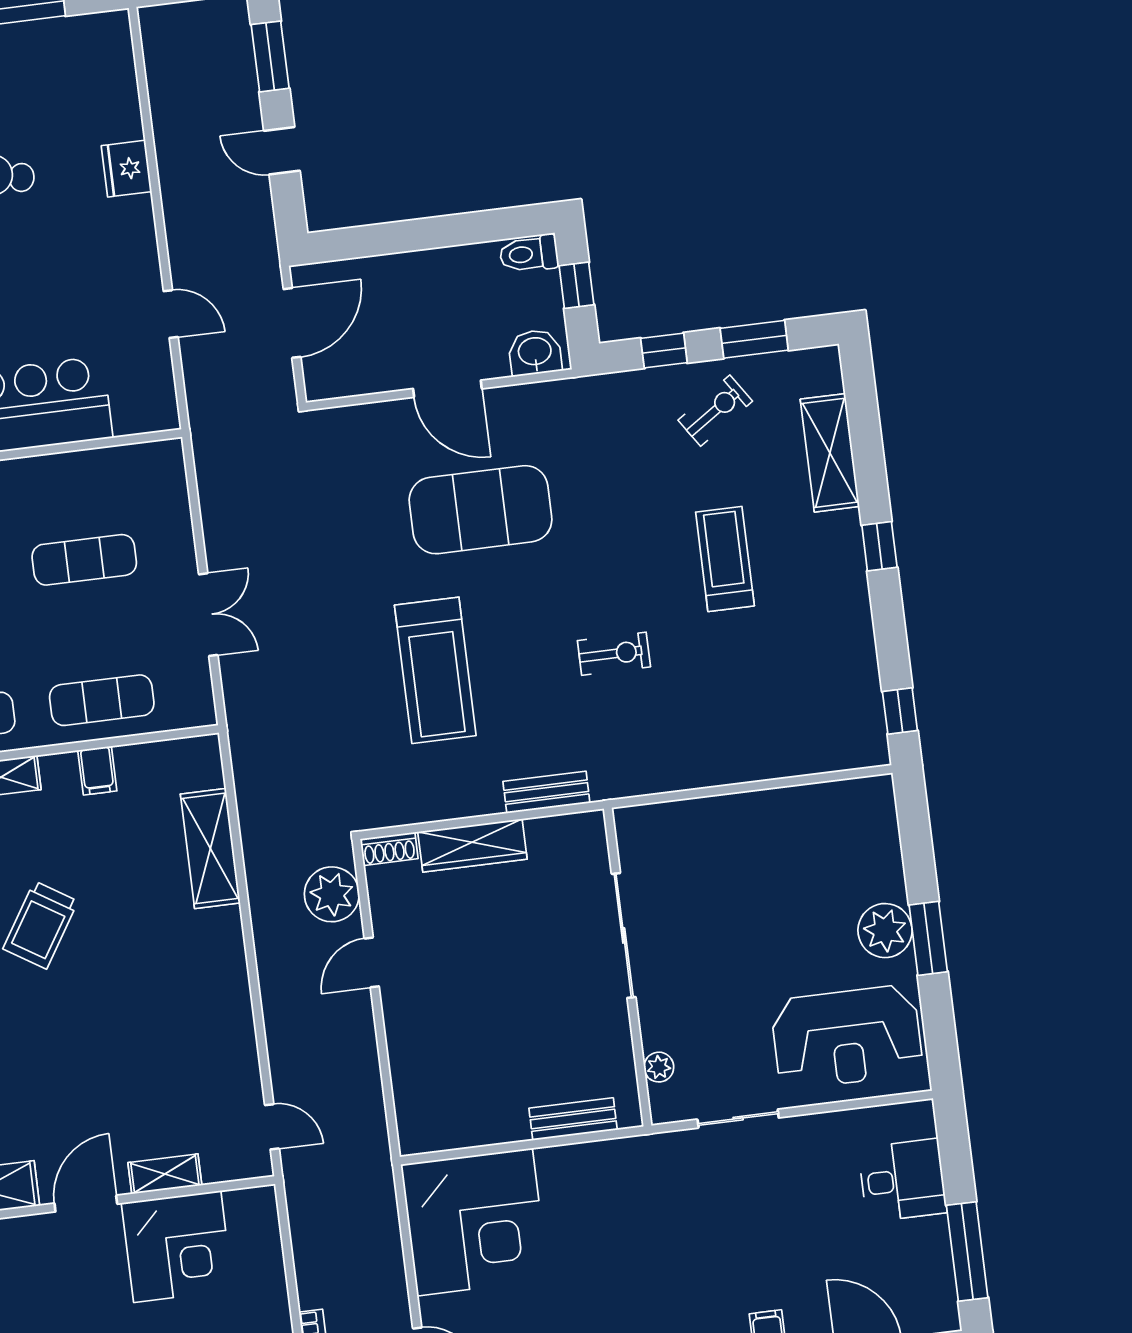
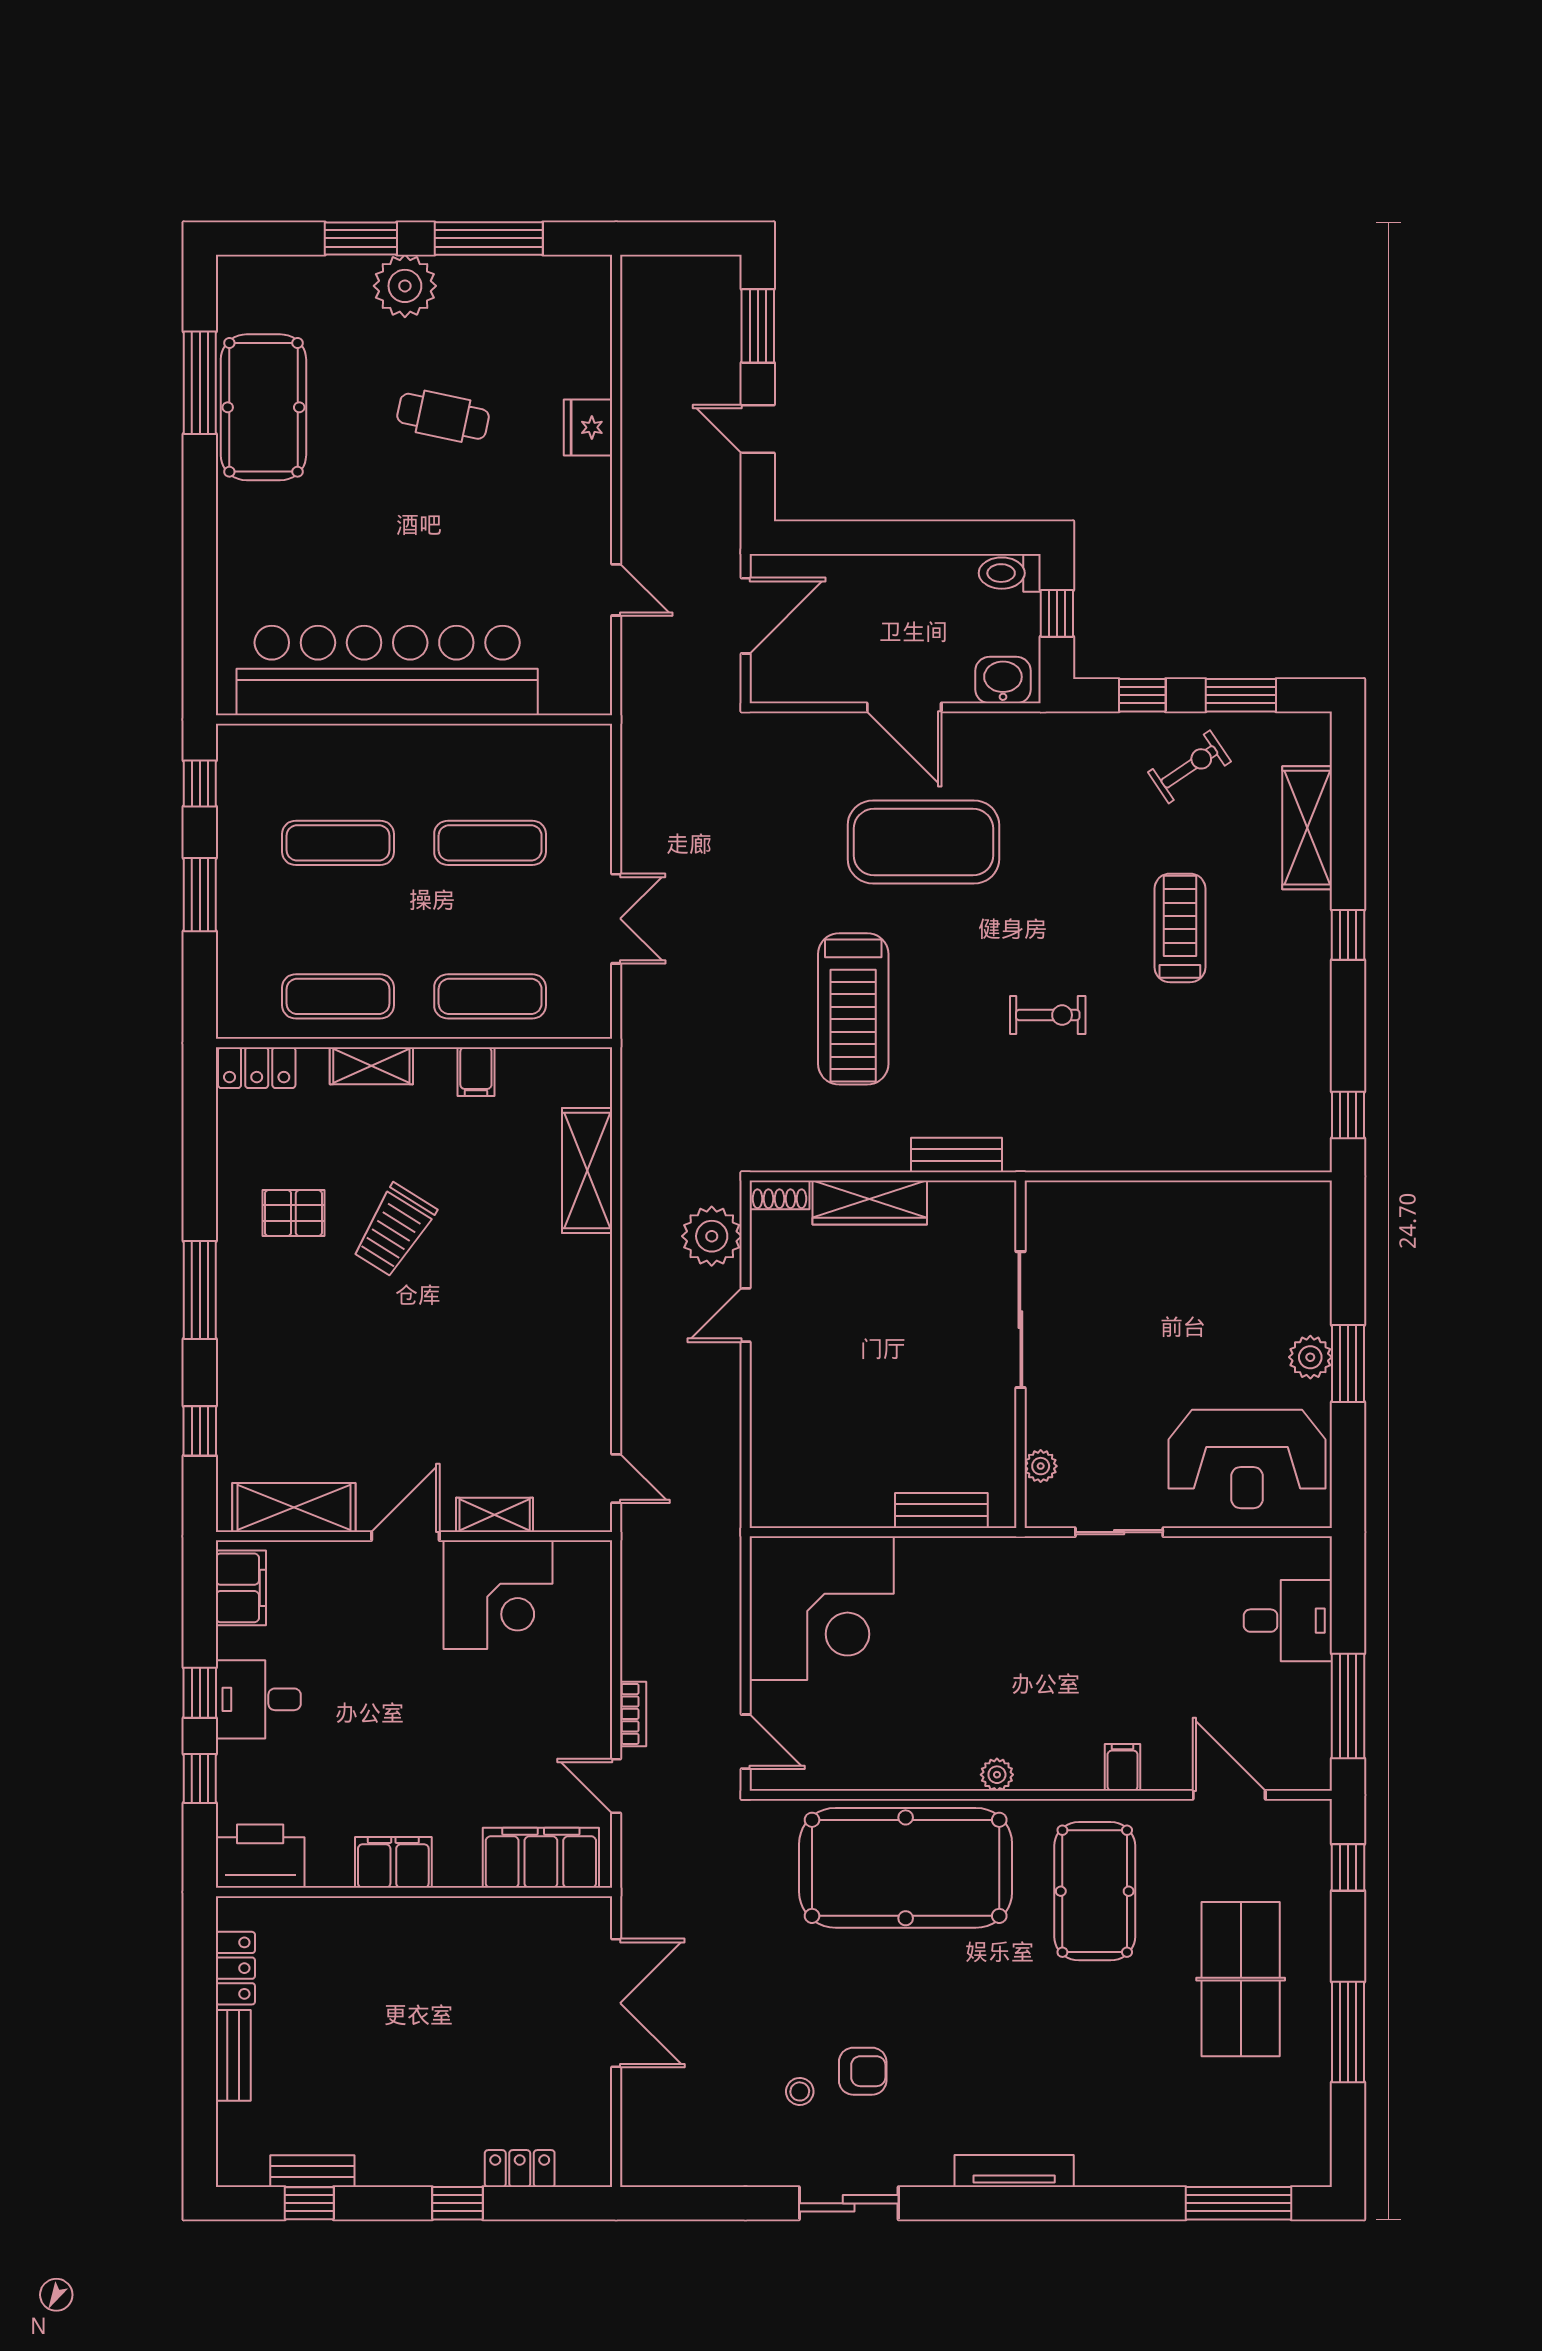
plant: (885, 931) -> (1310, 1357), width x0.73, depth x0.73

